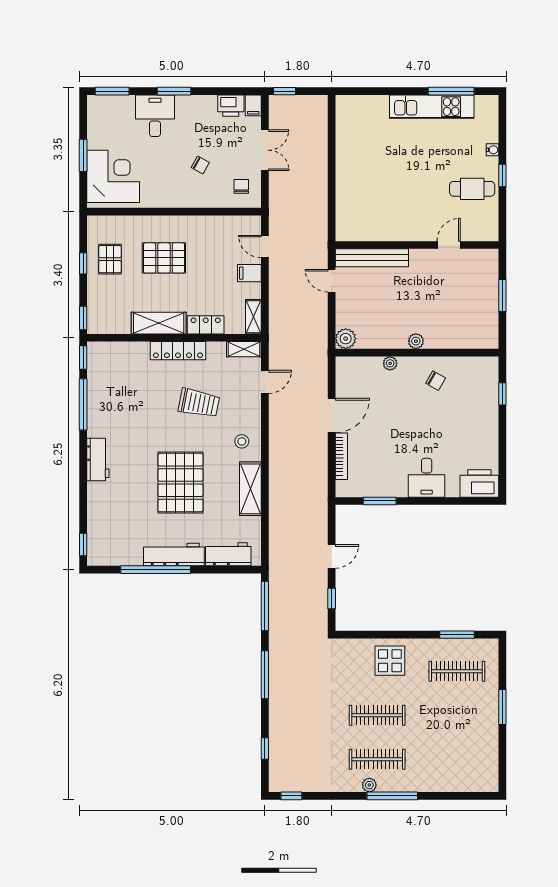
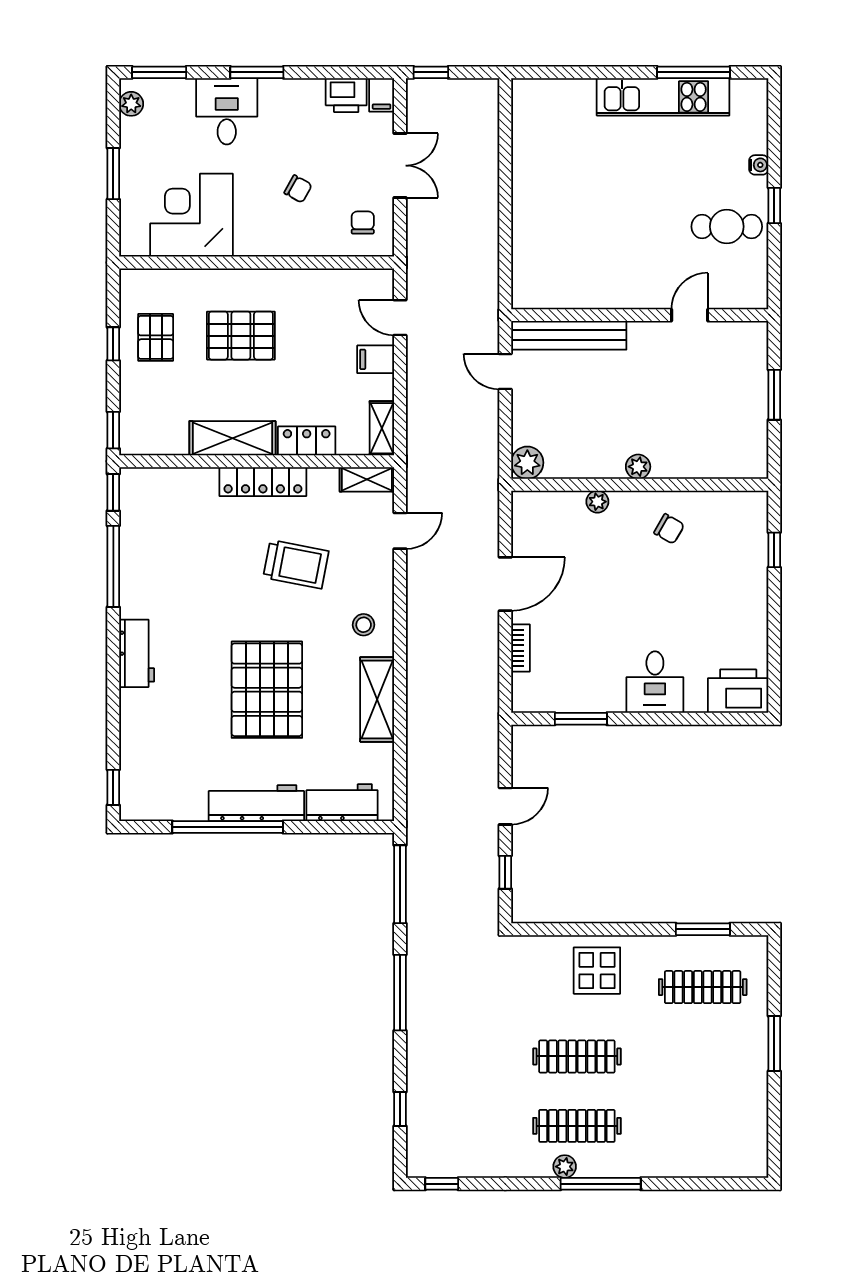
plant: (94, 111) -> (131, 104), added
corner desk: (113, 176) -> (191, 215), moved, turned -90
bookcase: (341, 456) -> (521, 648), width x0.64

